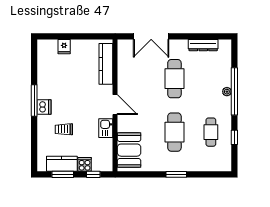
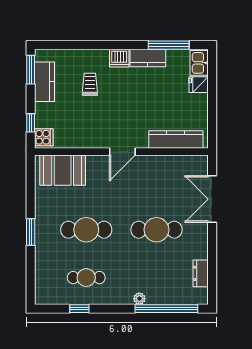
dresser: (203, 45) -> (201, 273), width x0.70
kitchen counter: (44, 85) -> (148, 58), added
window: (234, 91) -> (166, 309), moved
window: (34, 100) -> (169, 45), moved
kitchen sink: (106, 128) -> (199, 63), moved, turned -90
cooker: (85, 164) -> (44, 137), moved
window: (63, 174) -> (31, 70), moved

